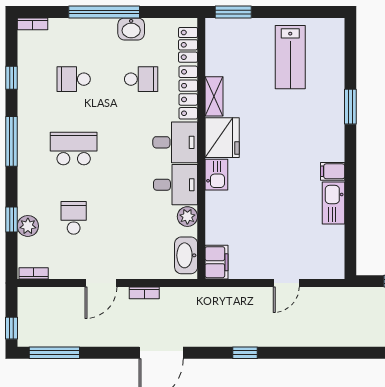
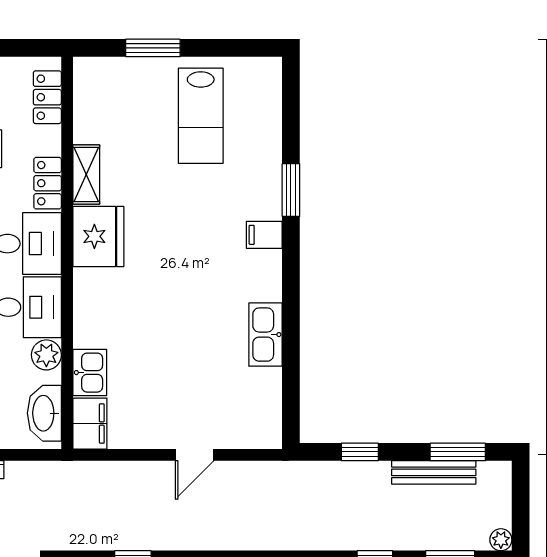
window: (233, 12) -> (153, 48), moved
locker: (188, 93) -> (48, 183), width x0.66
filing cabinet: (333, 171) -> (264, 235), moved
kitchen sink: (216, 175) -> (90, 373), moved

